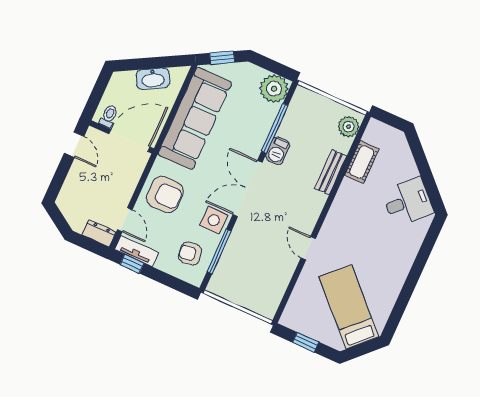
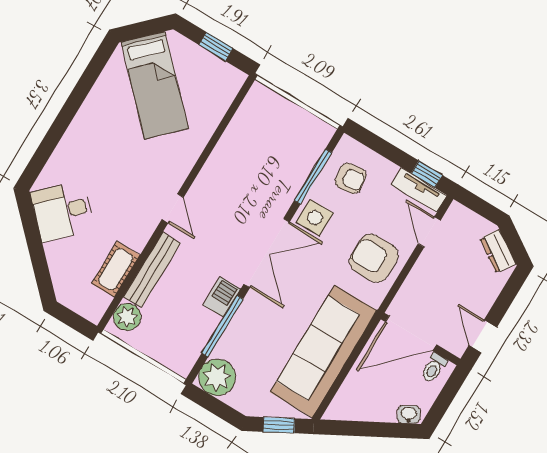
washbasin: (153, 79) -> (409, 414), moved, width x0.52, depth x0.69
bench: (331, 172) -> (152, 270), width x1.36
dresser: (99, 233) -> (498, 251), moved, turned 33
door: (308, 248) -> (173, 208), moved

